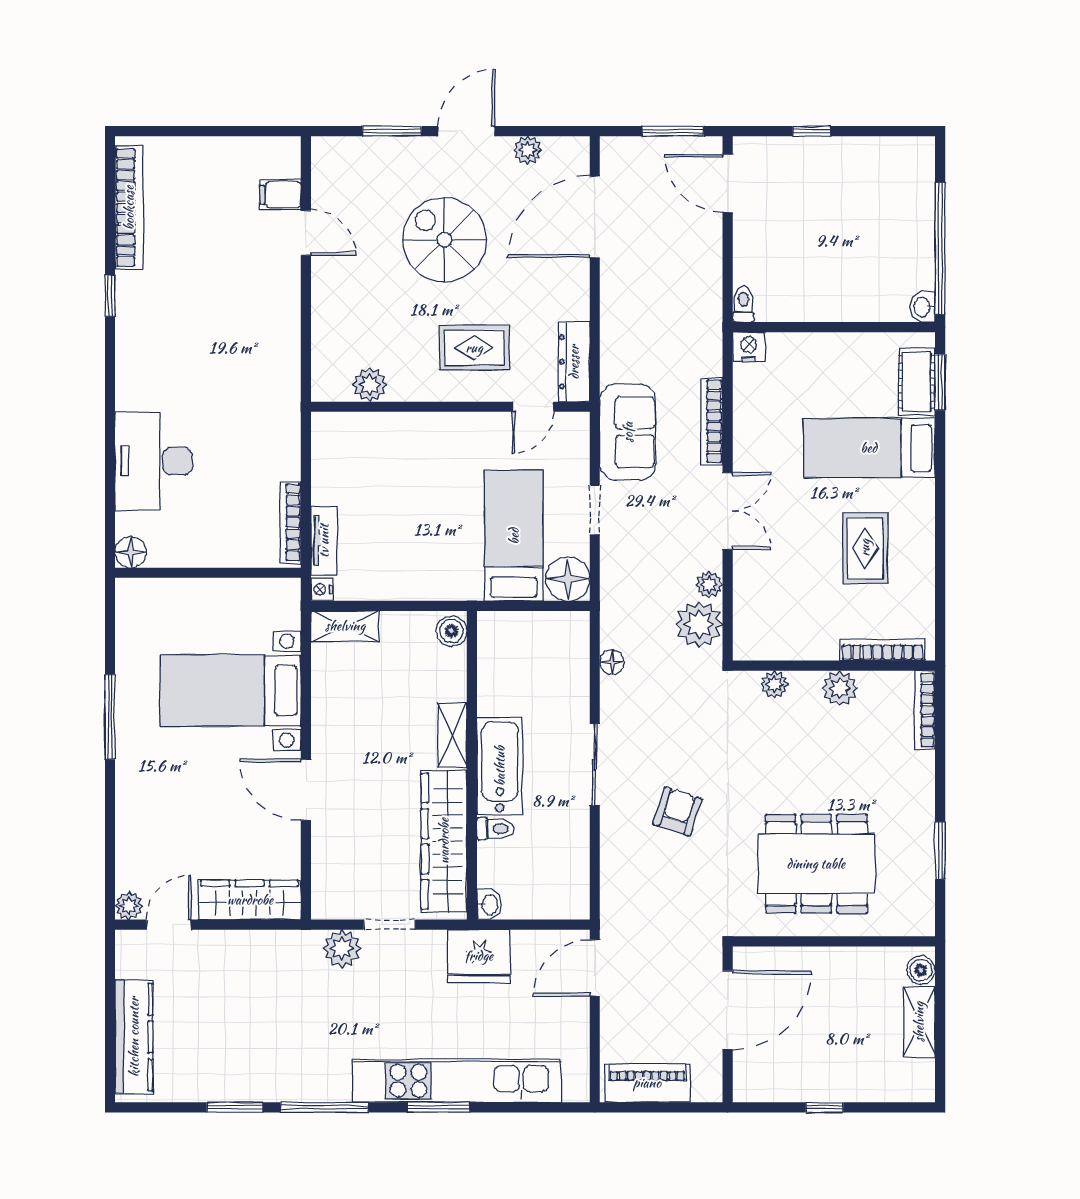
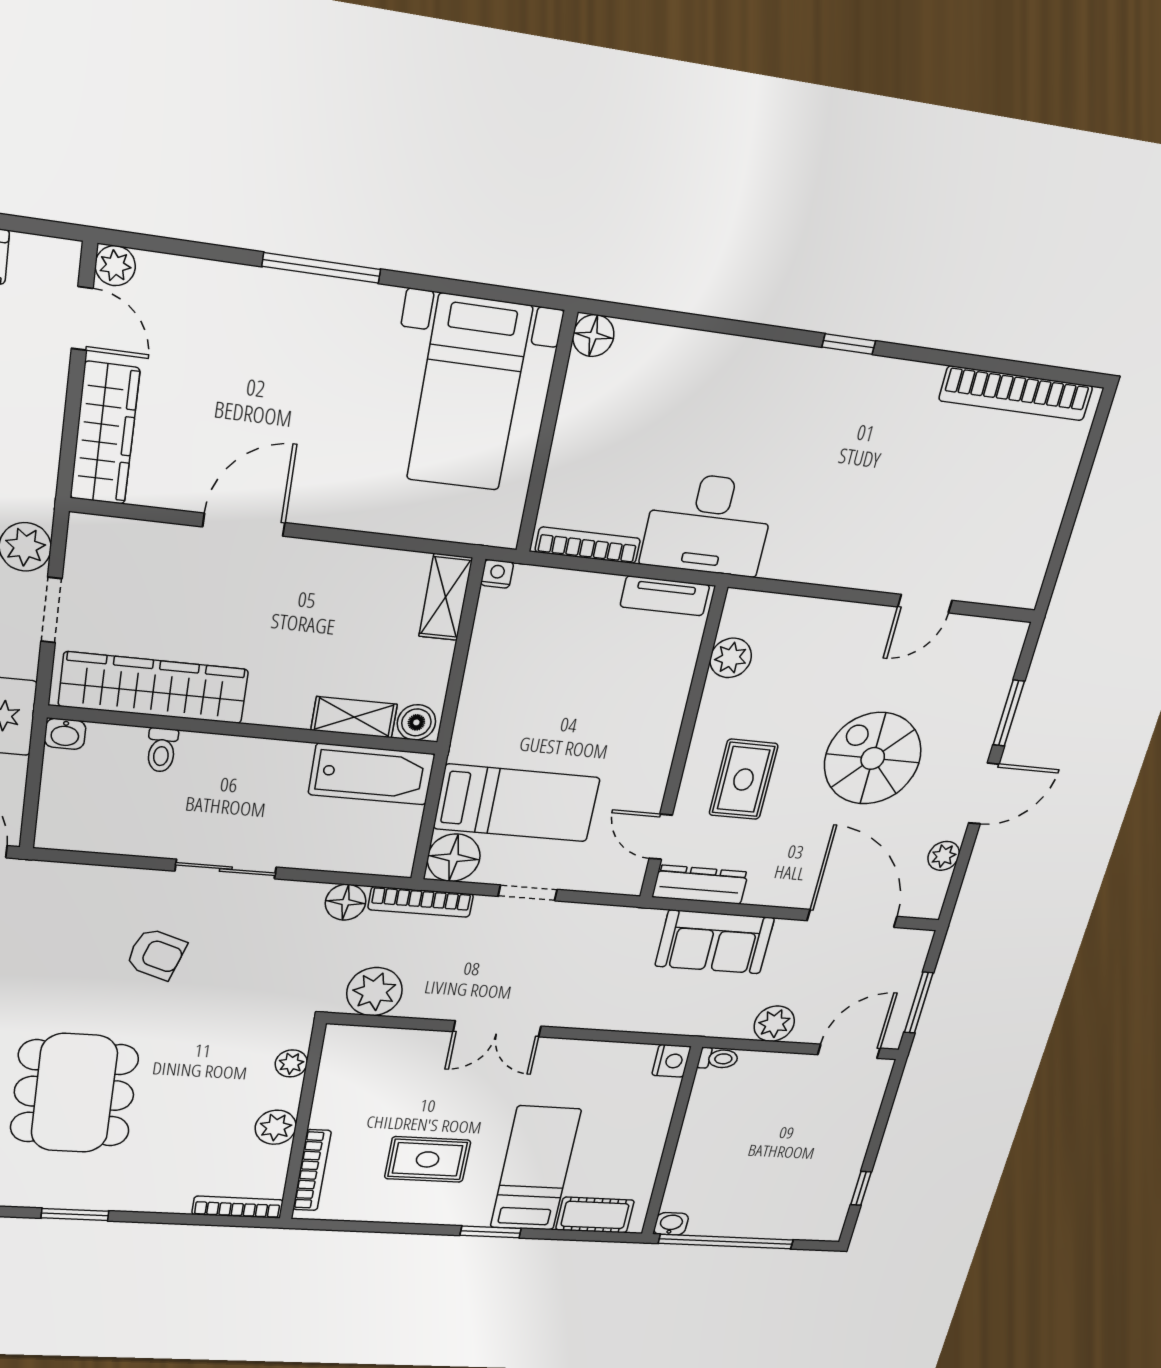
door: (466, 131) -> (984, 794), hinge flipped
window: (812, 131) -> (861, 1188), moved
filing cabinet: (280, 195) -> (977, 579), removed
spiral stairs: (444, 240) -> (873, 758), turned -90
window: (110, 296) -> (849, 344), moved
window: (940, 382) -> (491, 1232), moved
bookcase: (711, 421) -> (421, 902), moved, turned 180
sofa: (628, 432) -> (715, 942), moved
desk: (154, 461) -> (708, 524), moved, turned 180
tv unit: (324, 541) -> (665, 596), moved
plant: (709, 585) -> (774, 1024), moved, width x1.38, depth x1.38
floor lamp: (612, 662) -> (346, 902), width x1.37, depth x1.37
bed with nightstands: (230, 691) -> (469, 393), moved, turned 180
window: (110, 717) -> (321, 268), moved
shelving: (452, 735) -> (354, 717), moved
bathtub: (500, 766) -> (372, 774), moved

